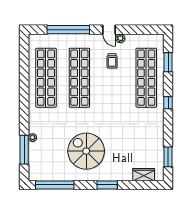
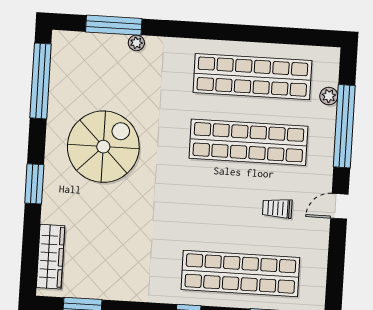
plant: (120, 38) -> (329, 96), moved
wardrobe: (144, 175) -> (50, 257), width x1.50

